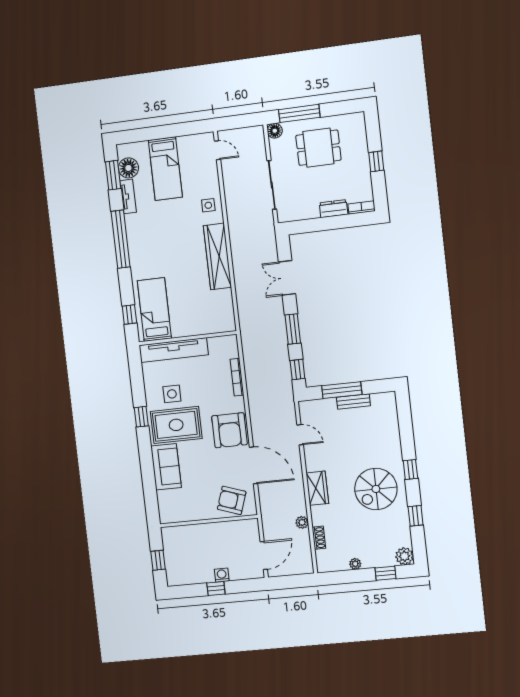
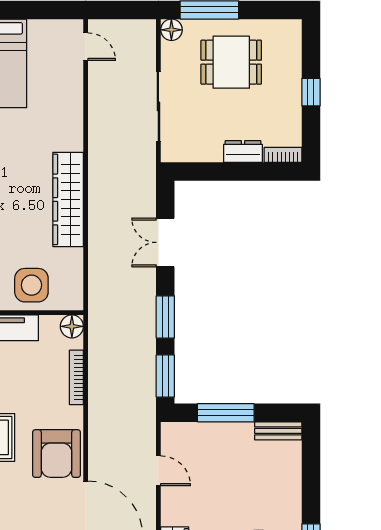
side table: (208, 205) -> (31, 285), moved, width x1.87, depth x1.87
floor lamp: (230, 343) -> (72, 326), added
window: (297, 369) -> (165, 376), width x1.50
bench: (353, 401) -> (278, 431), moved

